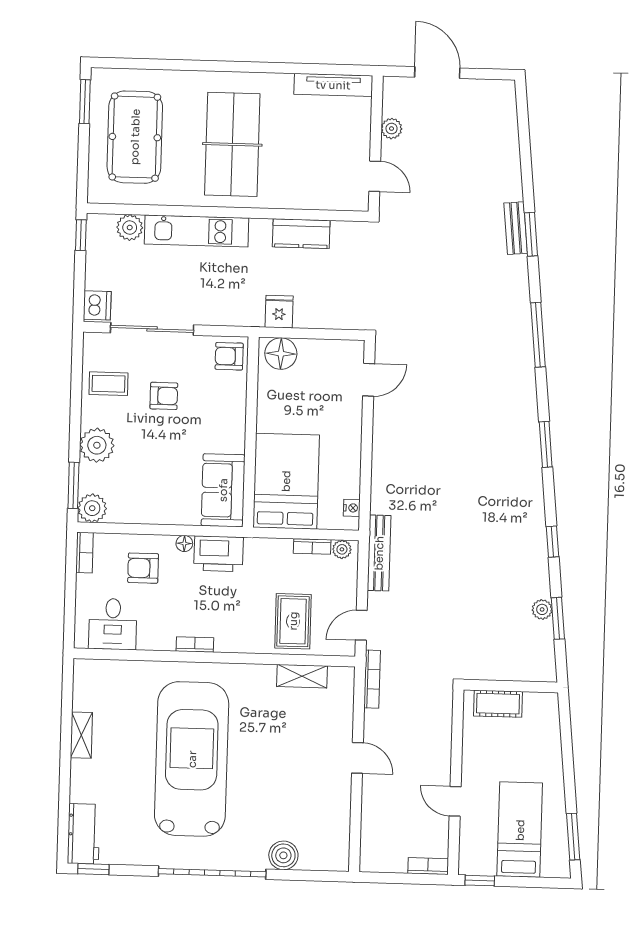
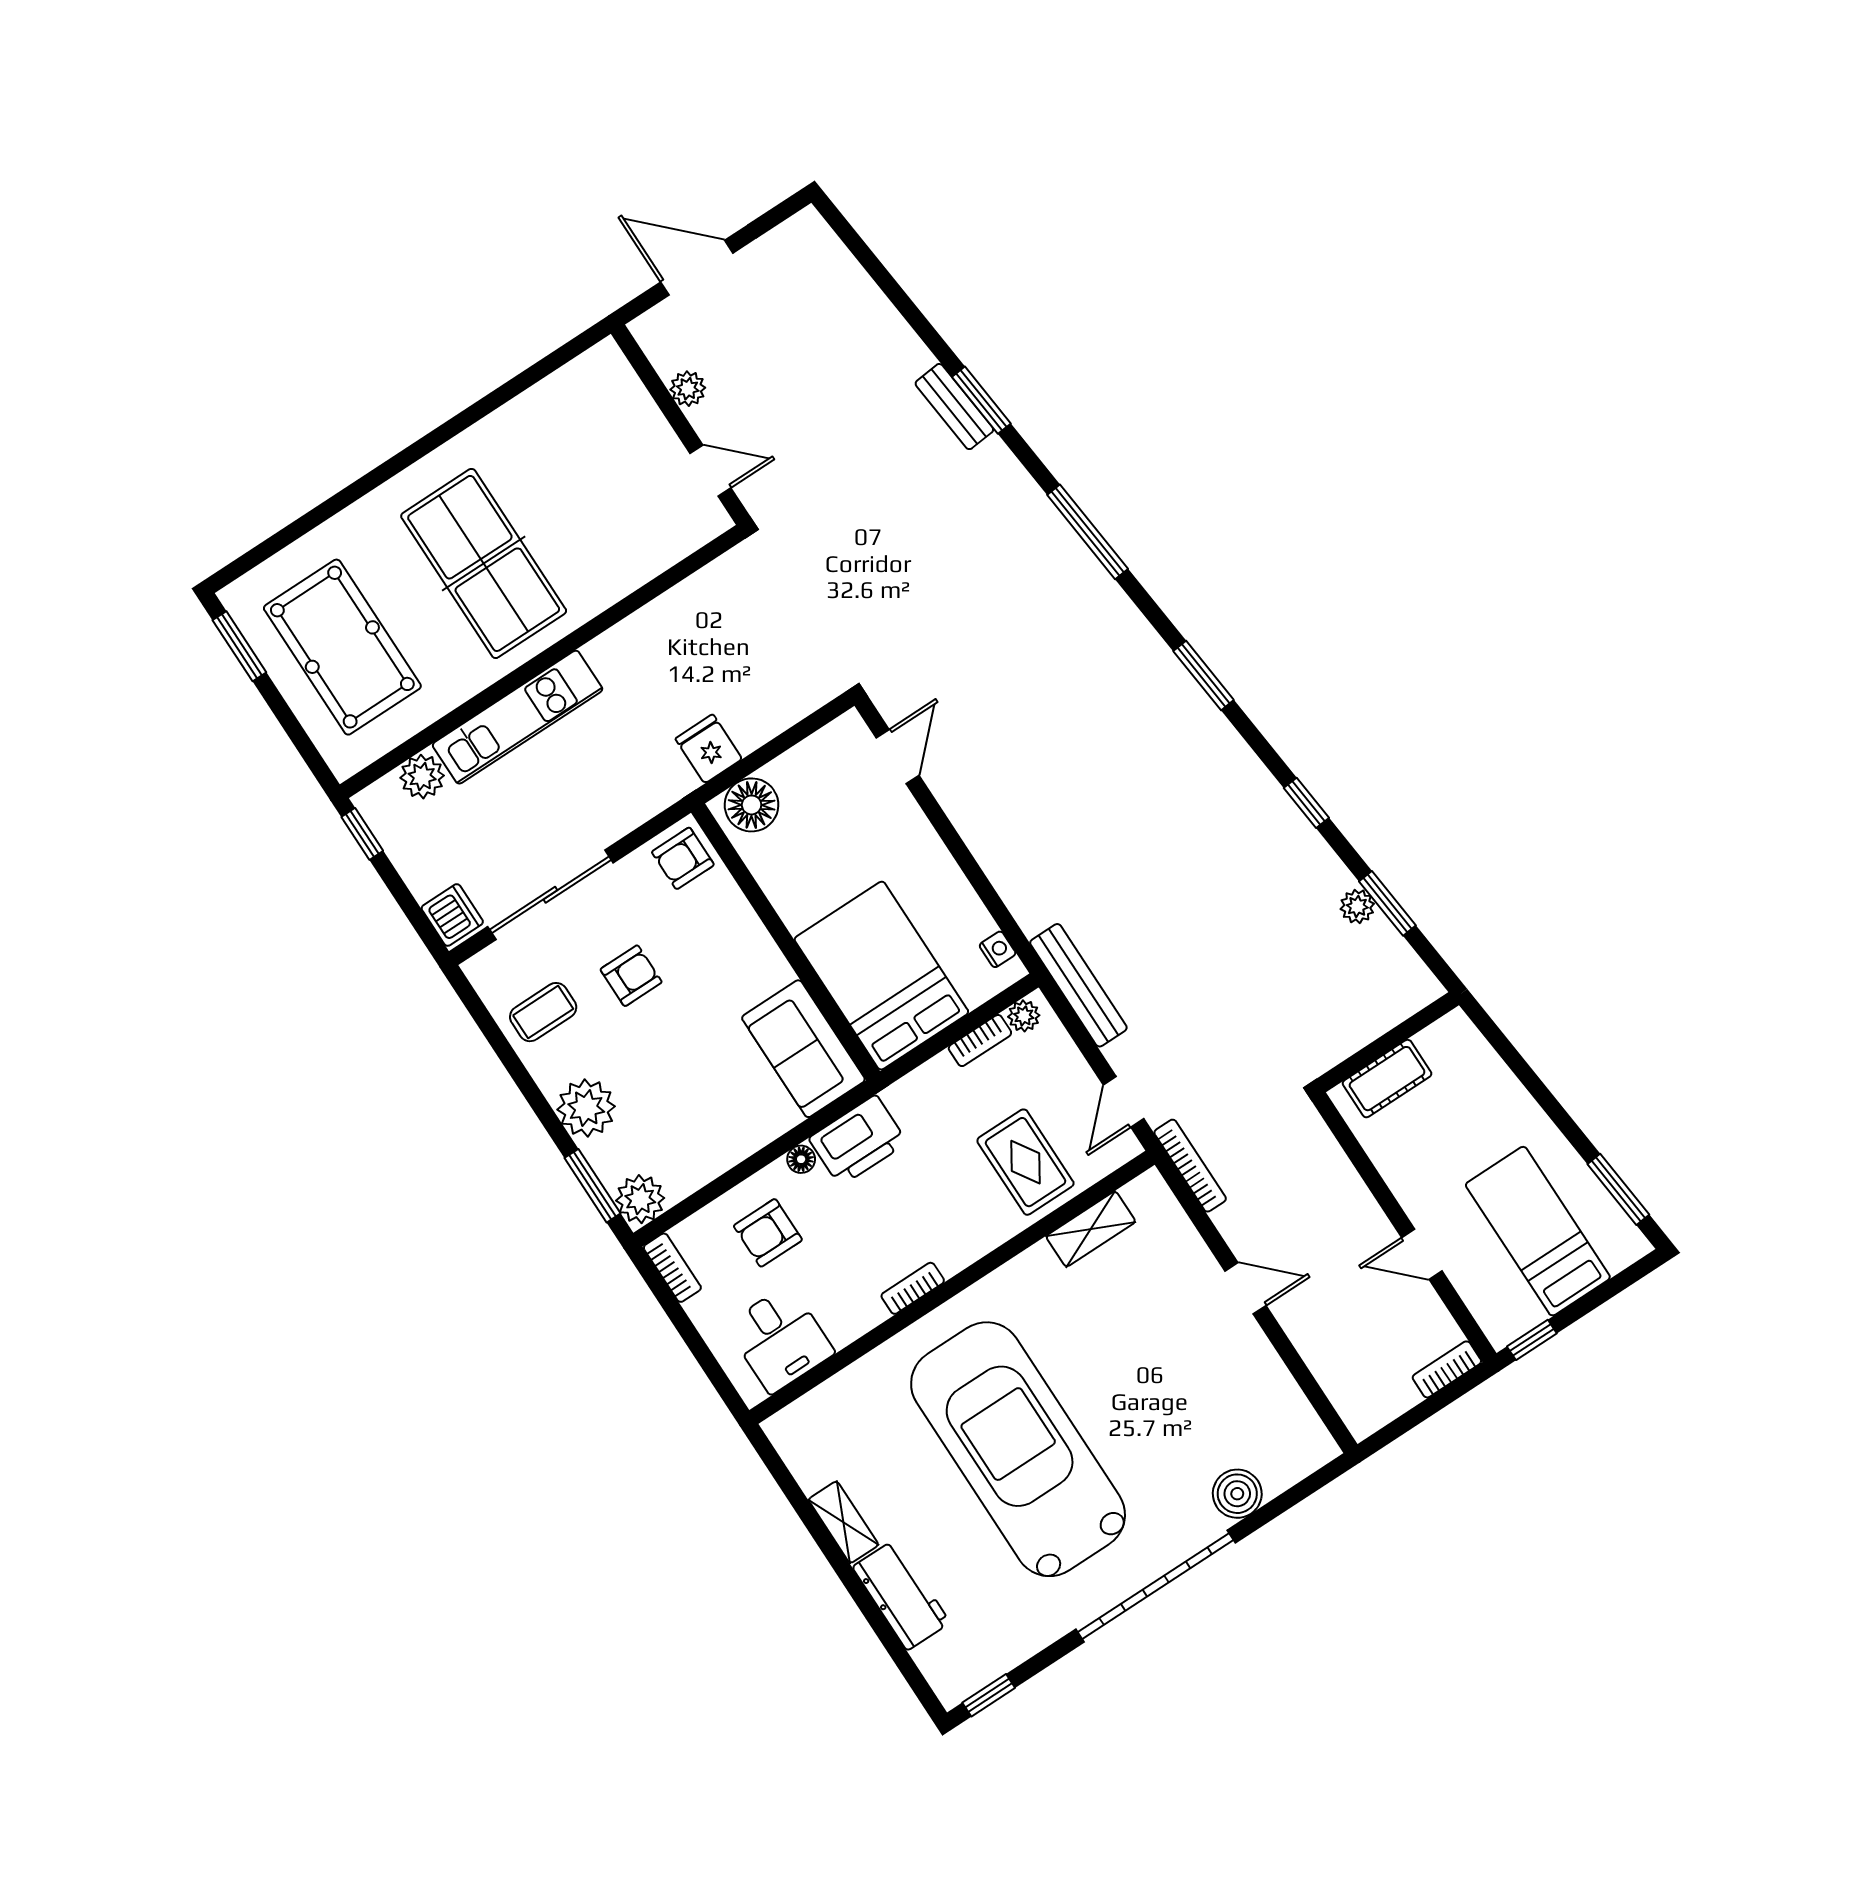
tv unit: (333, 85) -> (566, 385), removed
kitchen counter: (301, 234) -> (664, 620), removed
workbench: (84, 834) -> (901, 1595), moved

